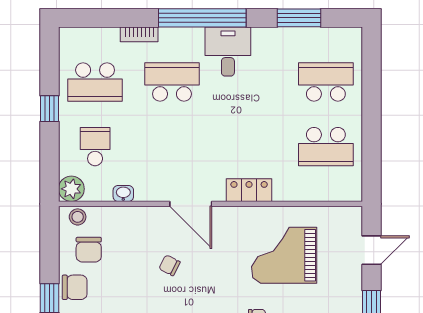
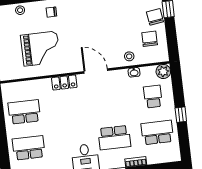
school desk: (326, 82) -> (29, 148), turned 180
school desk: (95, 147) -> (153, 97), turned 180
stool: (78, 217) -> (129, 56), moved
chair: (170, 265) -> (104, 35), removed
chair: (75, 287) -> (155, 17), turned 82

